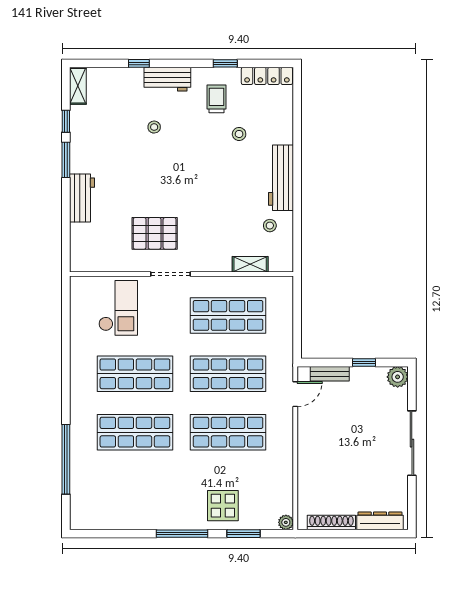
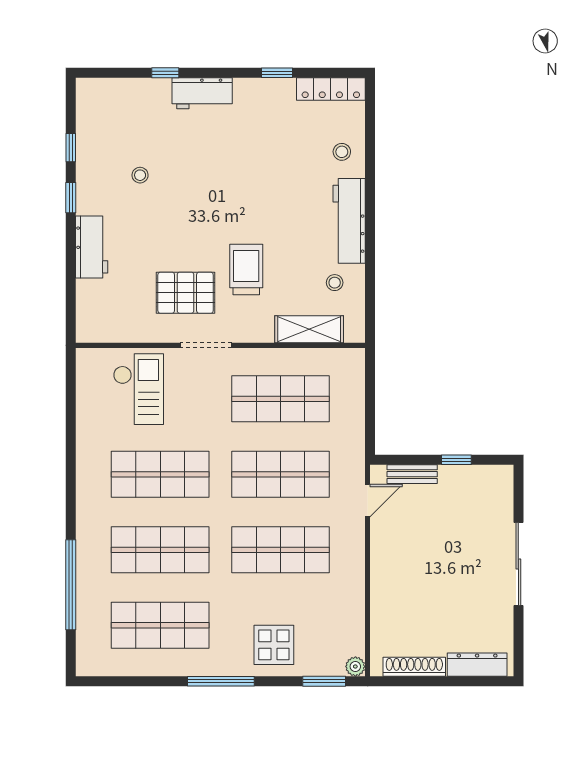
shelving: (78, 86) -> (86, 102), removed
trolley: (217, 99) -> (246, 270), moved, width x1.36, depth x1.39
stool: (154, 127) -> (140, 175), moved
stool: (239, 134) -> (342, 152), moved
window: (66, 160) -> (71, 198), width x0.67
shelving: (250, 264) -> (309, 329), width x1.50, depth x1.33
plant: (398, 377) -> (500, 478), removed
shop shelf: (135, 490) -> (160, 625), added
window: (244, 534) -> (324, 681), moved

